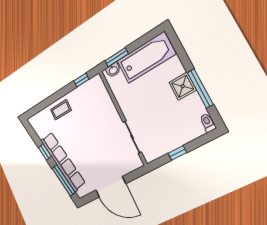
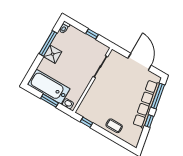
window: (117, 57) -> (49, 101), moved

